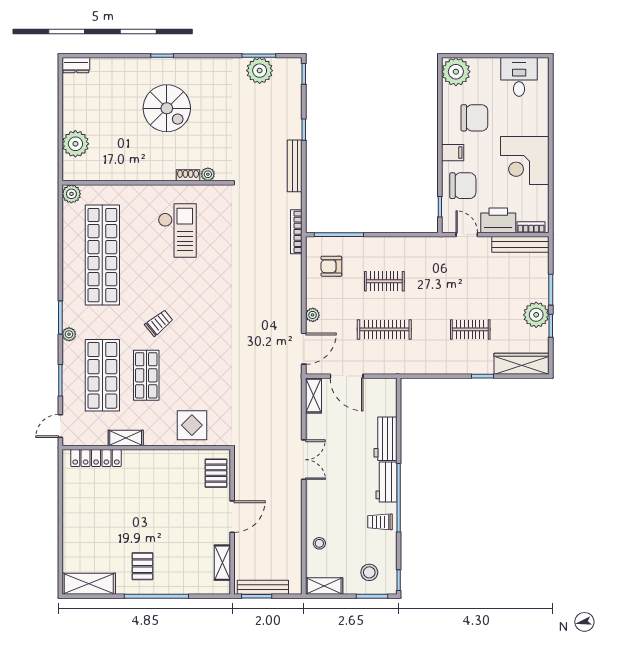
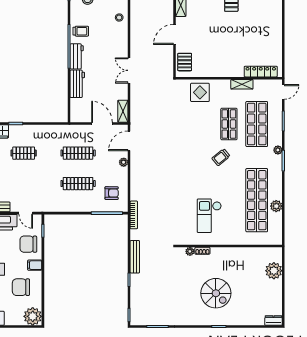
plant: (260, 71) -> (157, 317), removed
spiral stairs: (167, 108) -> (216, 293), turned 180
plant: (71, 194) -> (276, 206), moved
clothes rail: (384, 281) -> (78, 184), width x1.36

